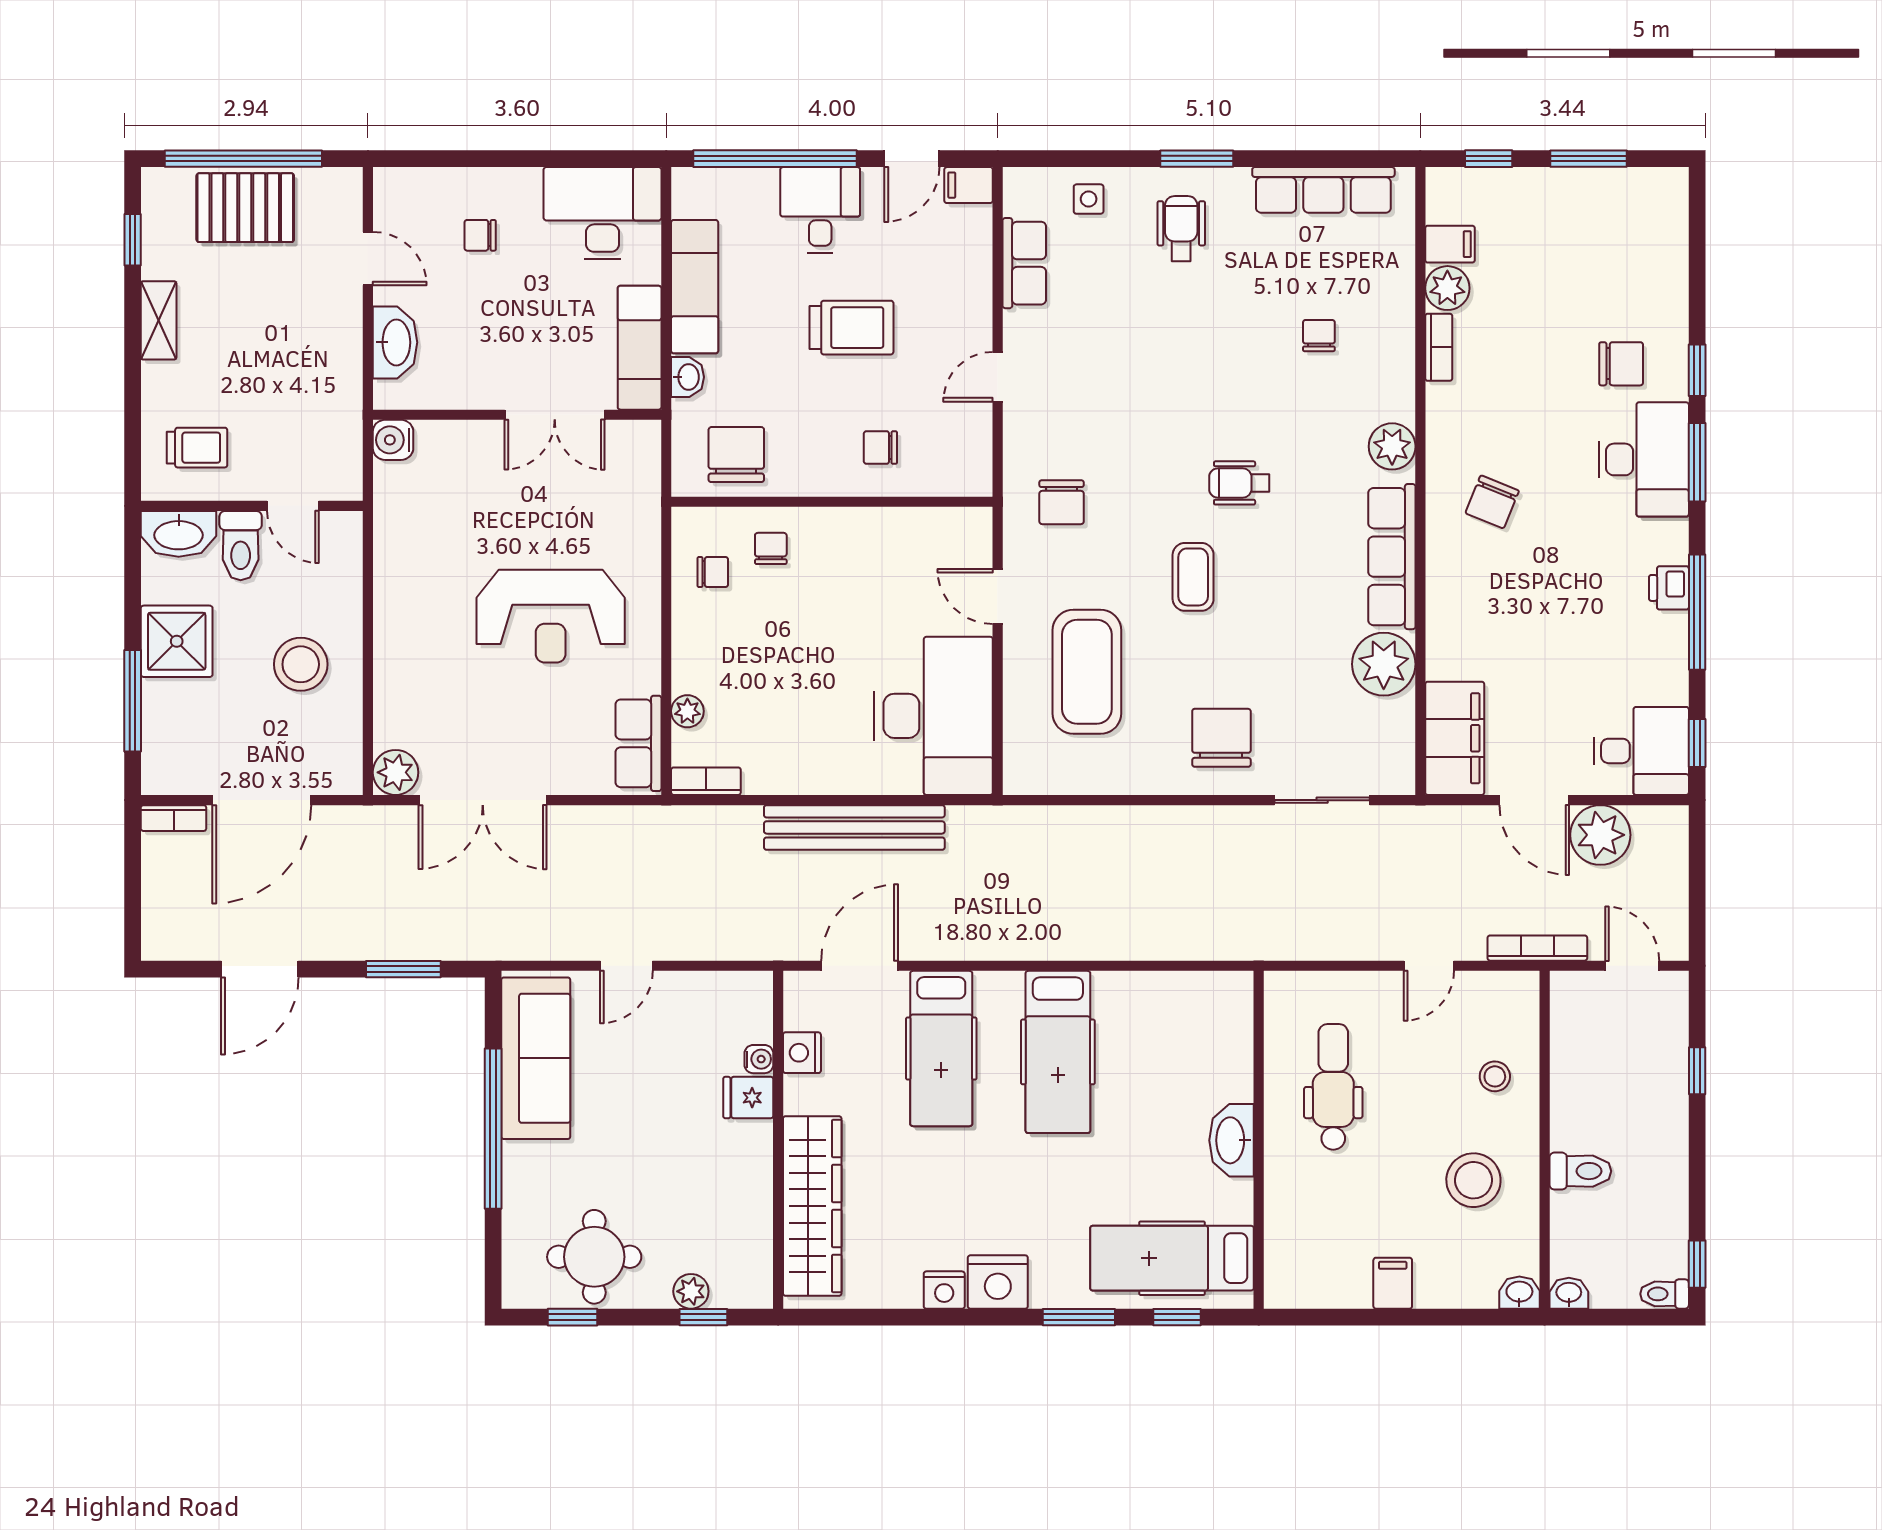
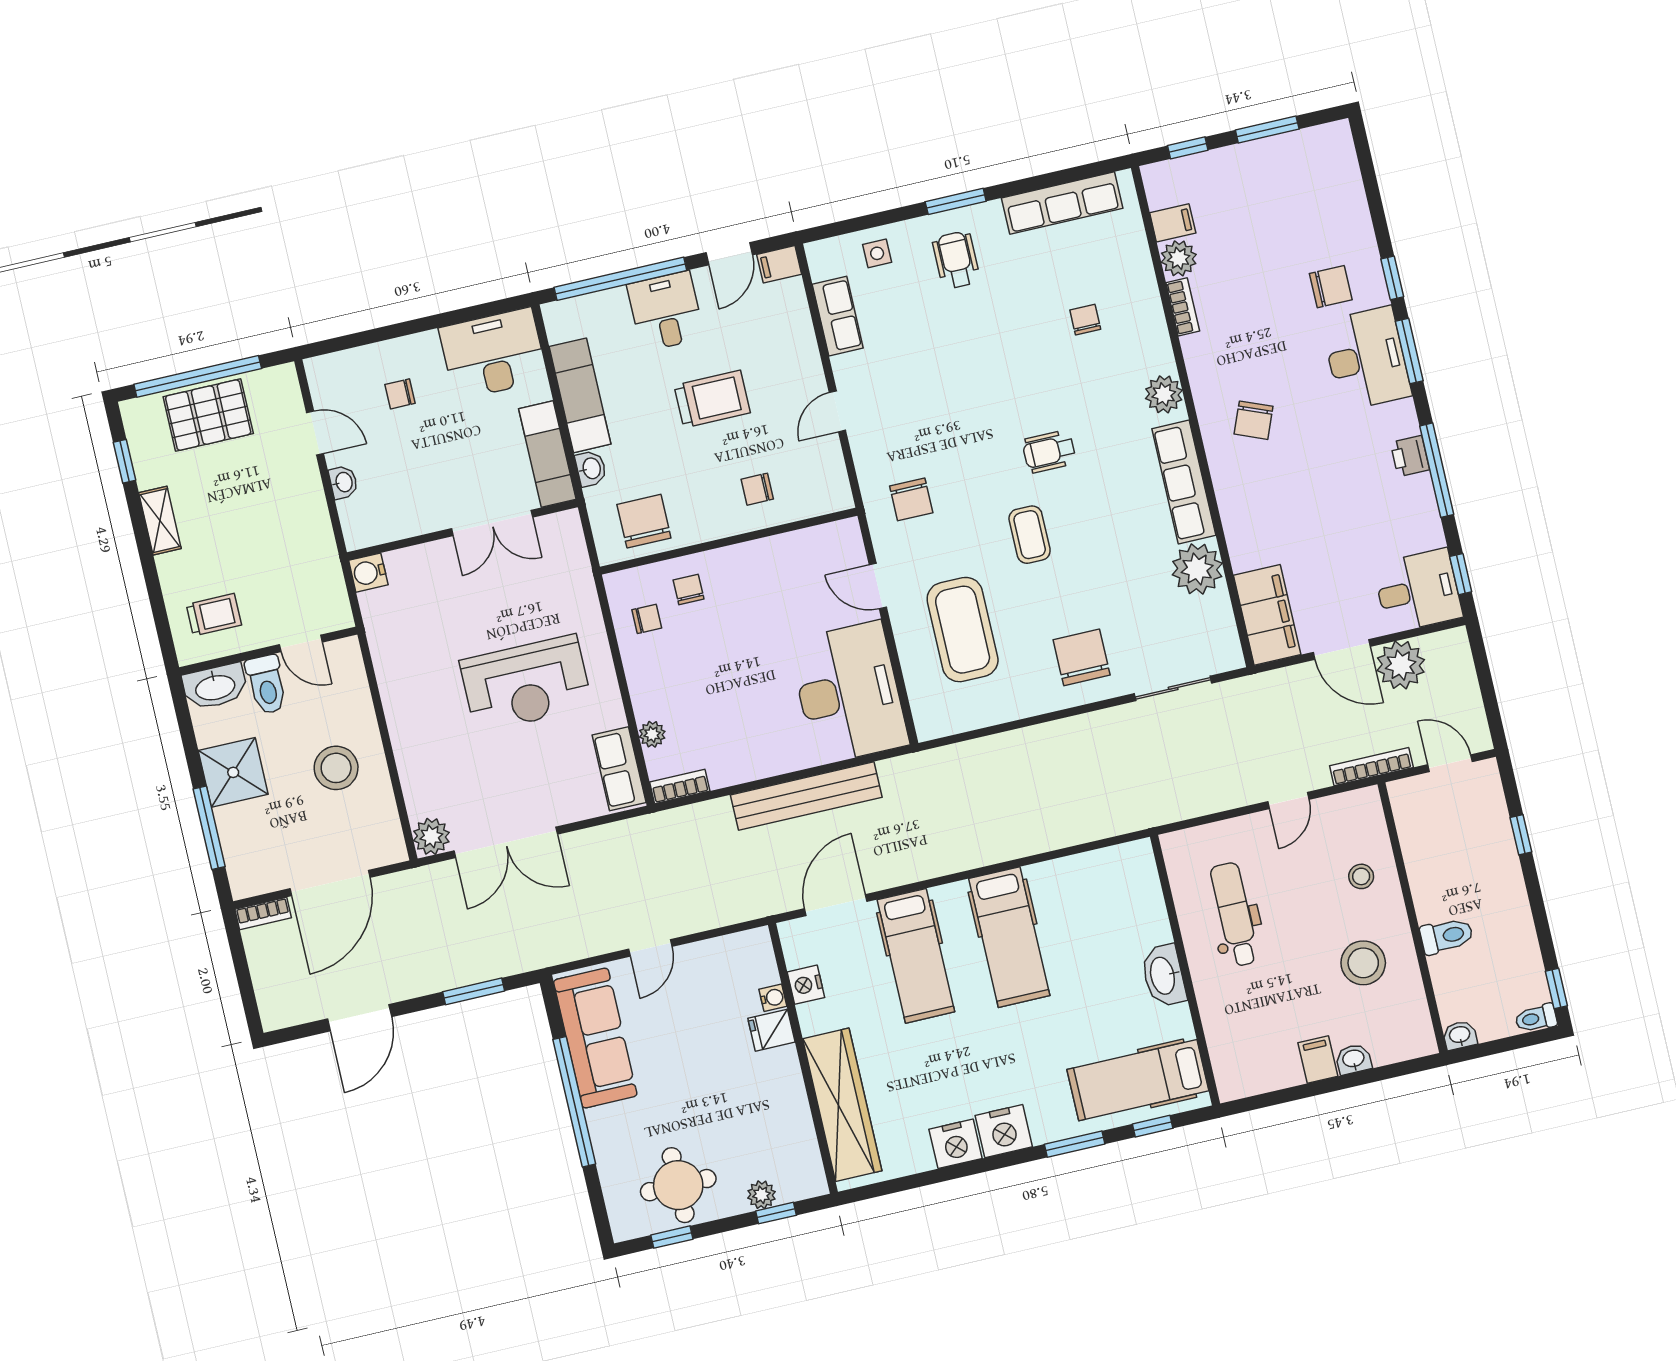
washbasin: (395, 342) -> (343, 482), width x0.52, depth x0.69
nightstand: (944, 1290) -> (956, 1144), width x1.36, depth x1.33
washbasin: (1519, 1293) -> (1354, 1059), moved

